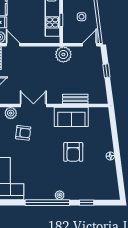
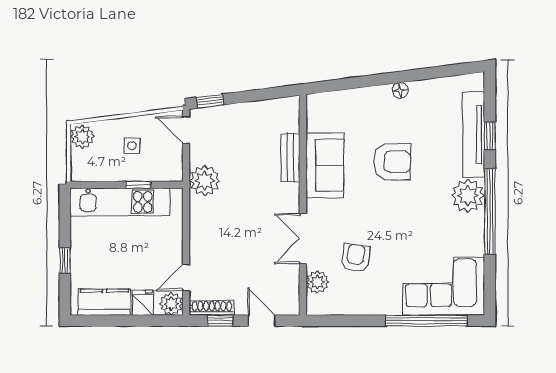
window: (106, 71) -> (210, 101), moved
tv unit: (87, 194) -> (474, 135), added
plant: (60, 195) -> (468, 196), width x1.88, depth x1.88

